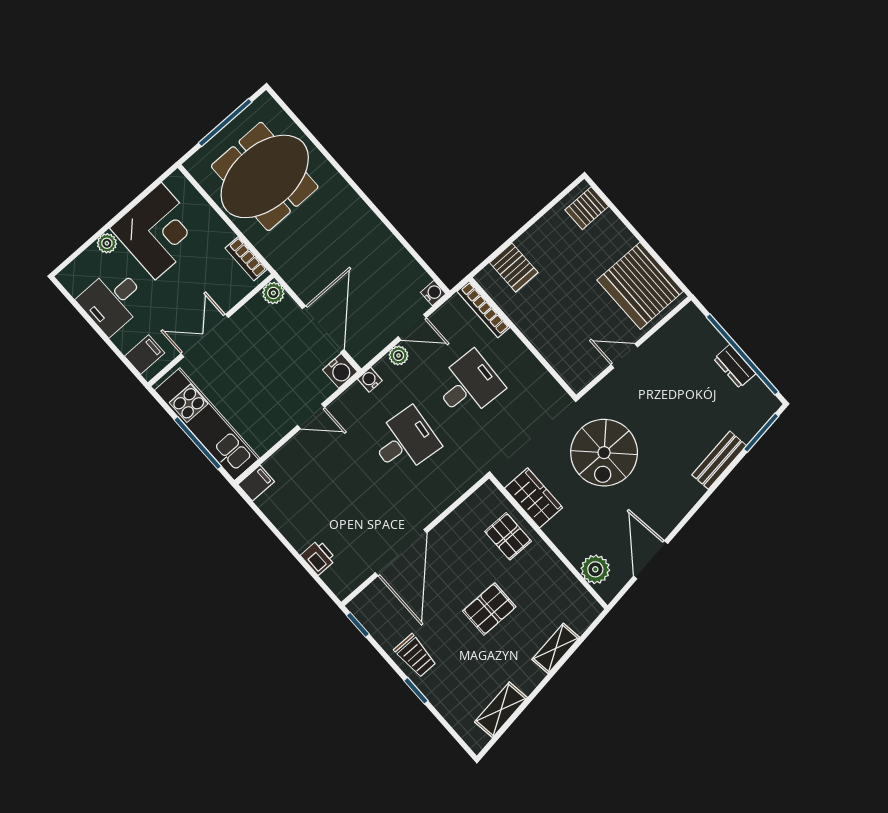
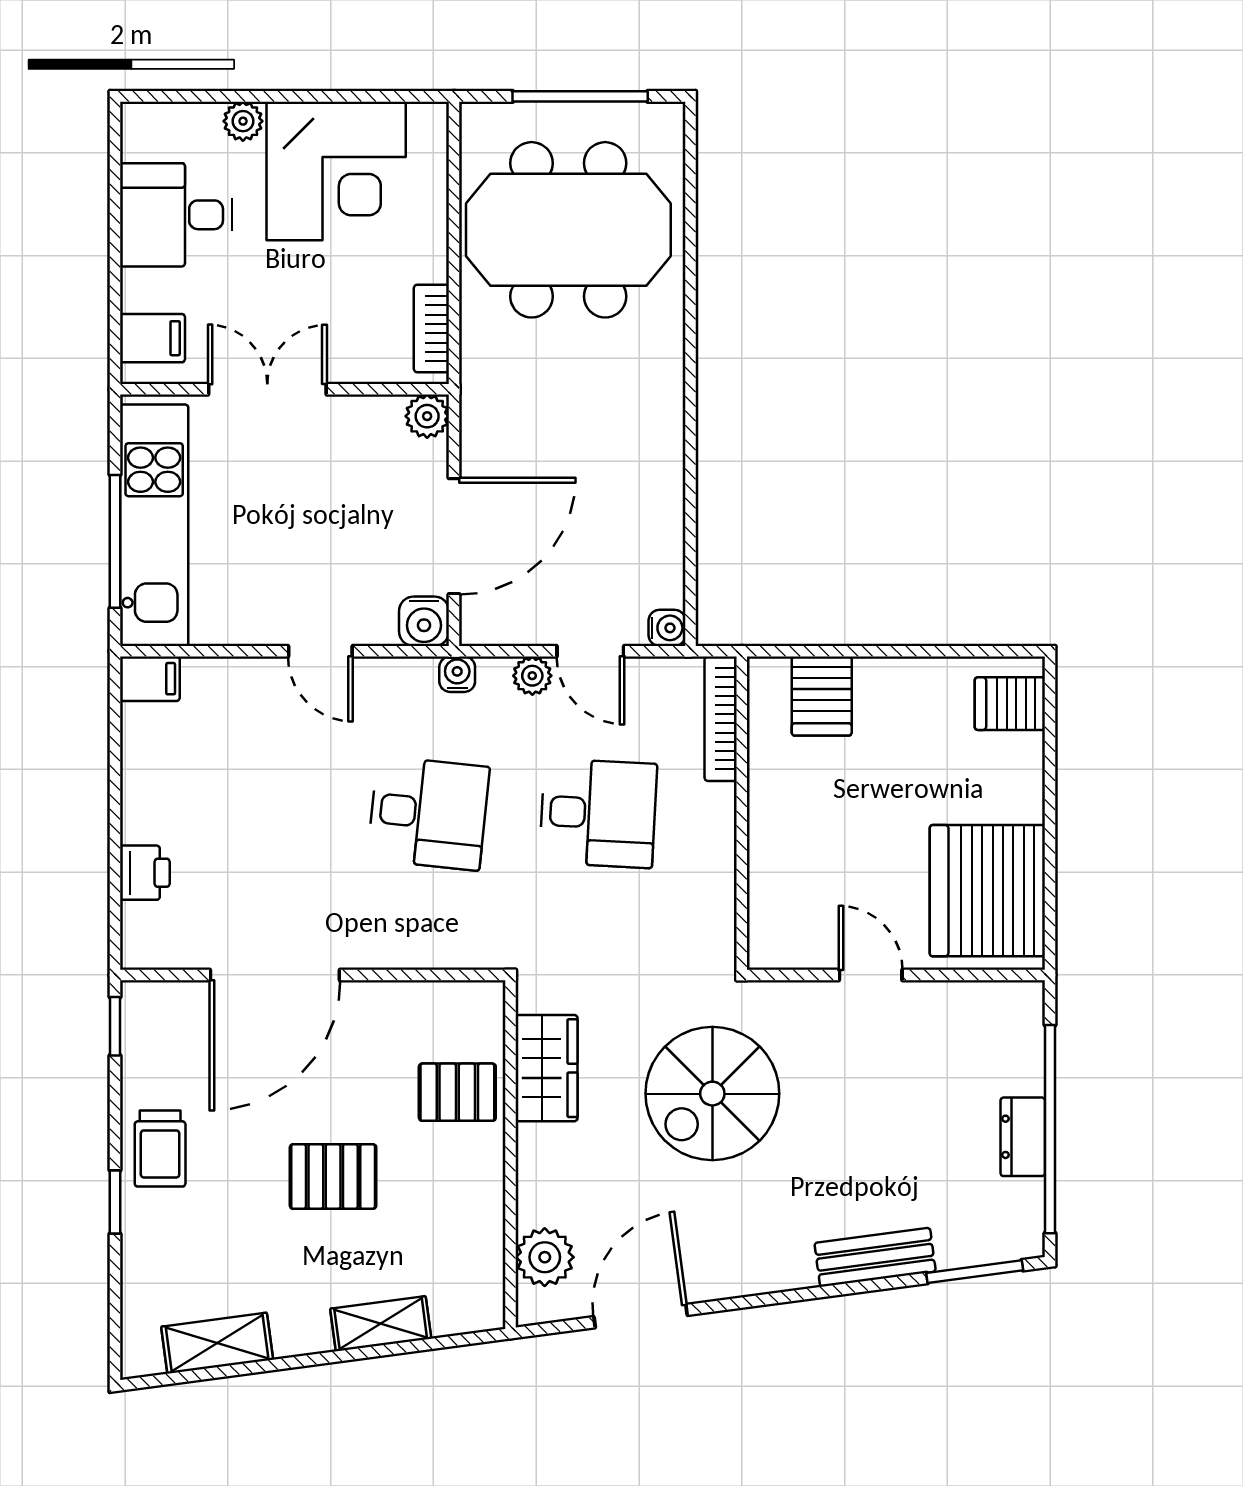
pallet: (508, 536) -> (457, 1092), turned 90

